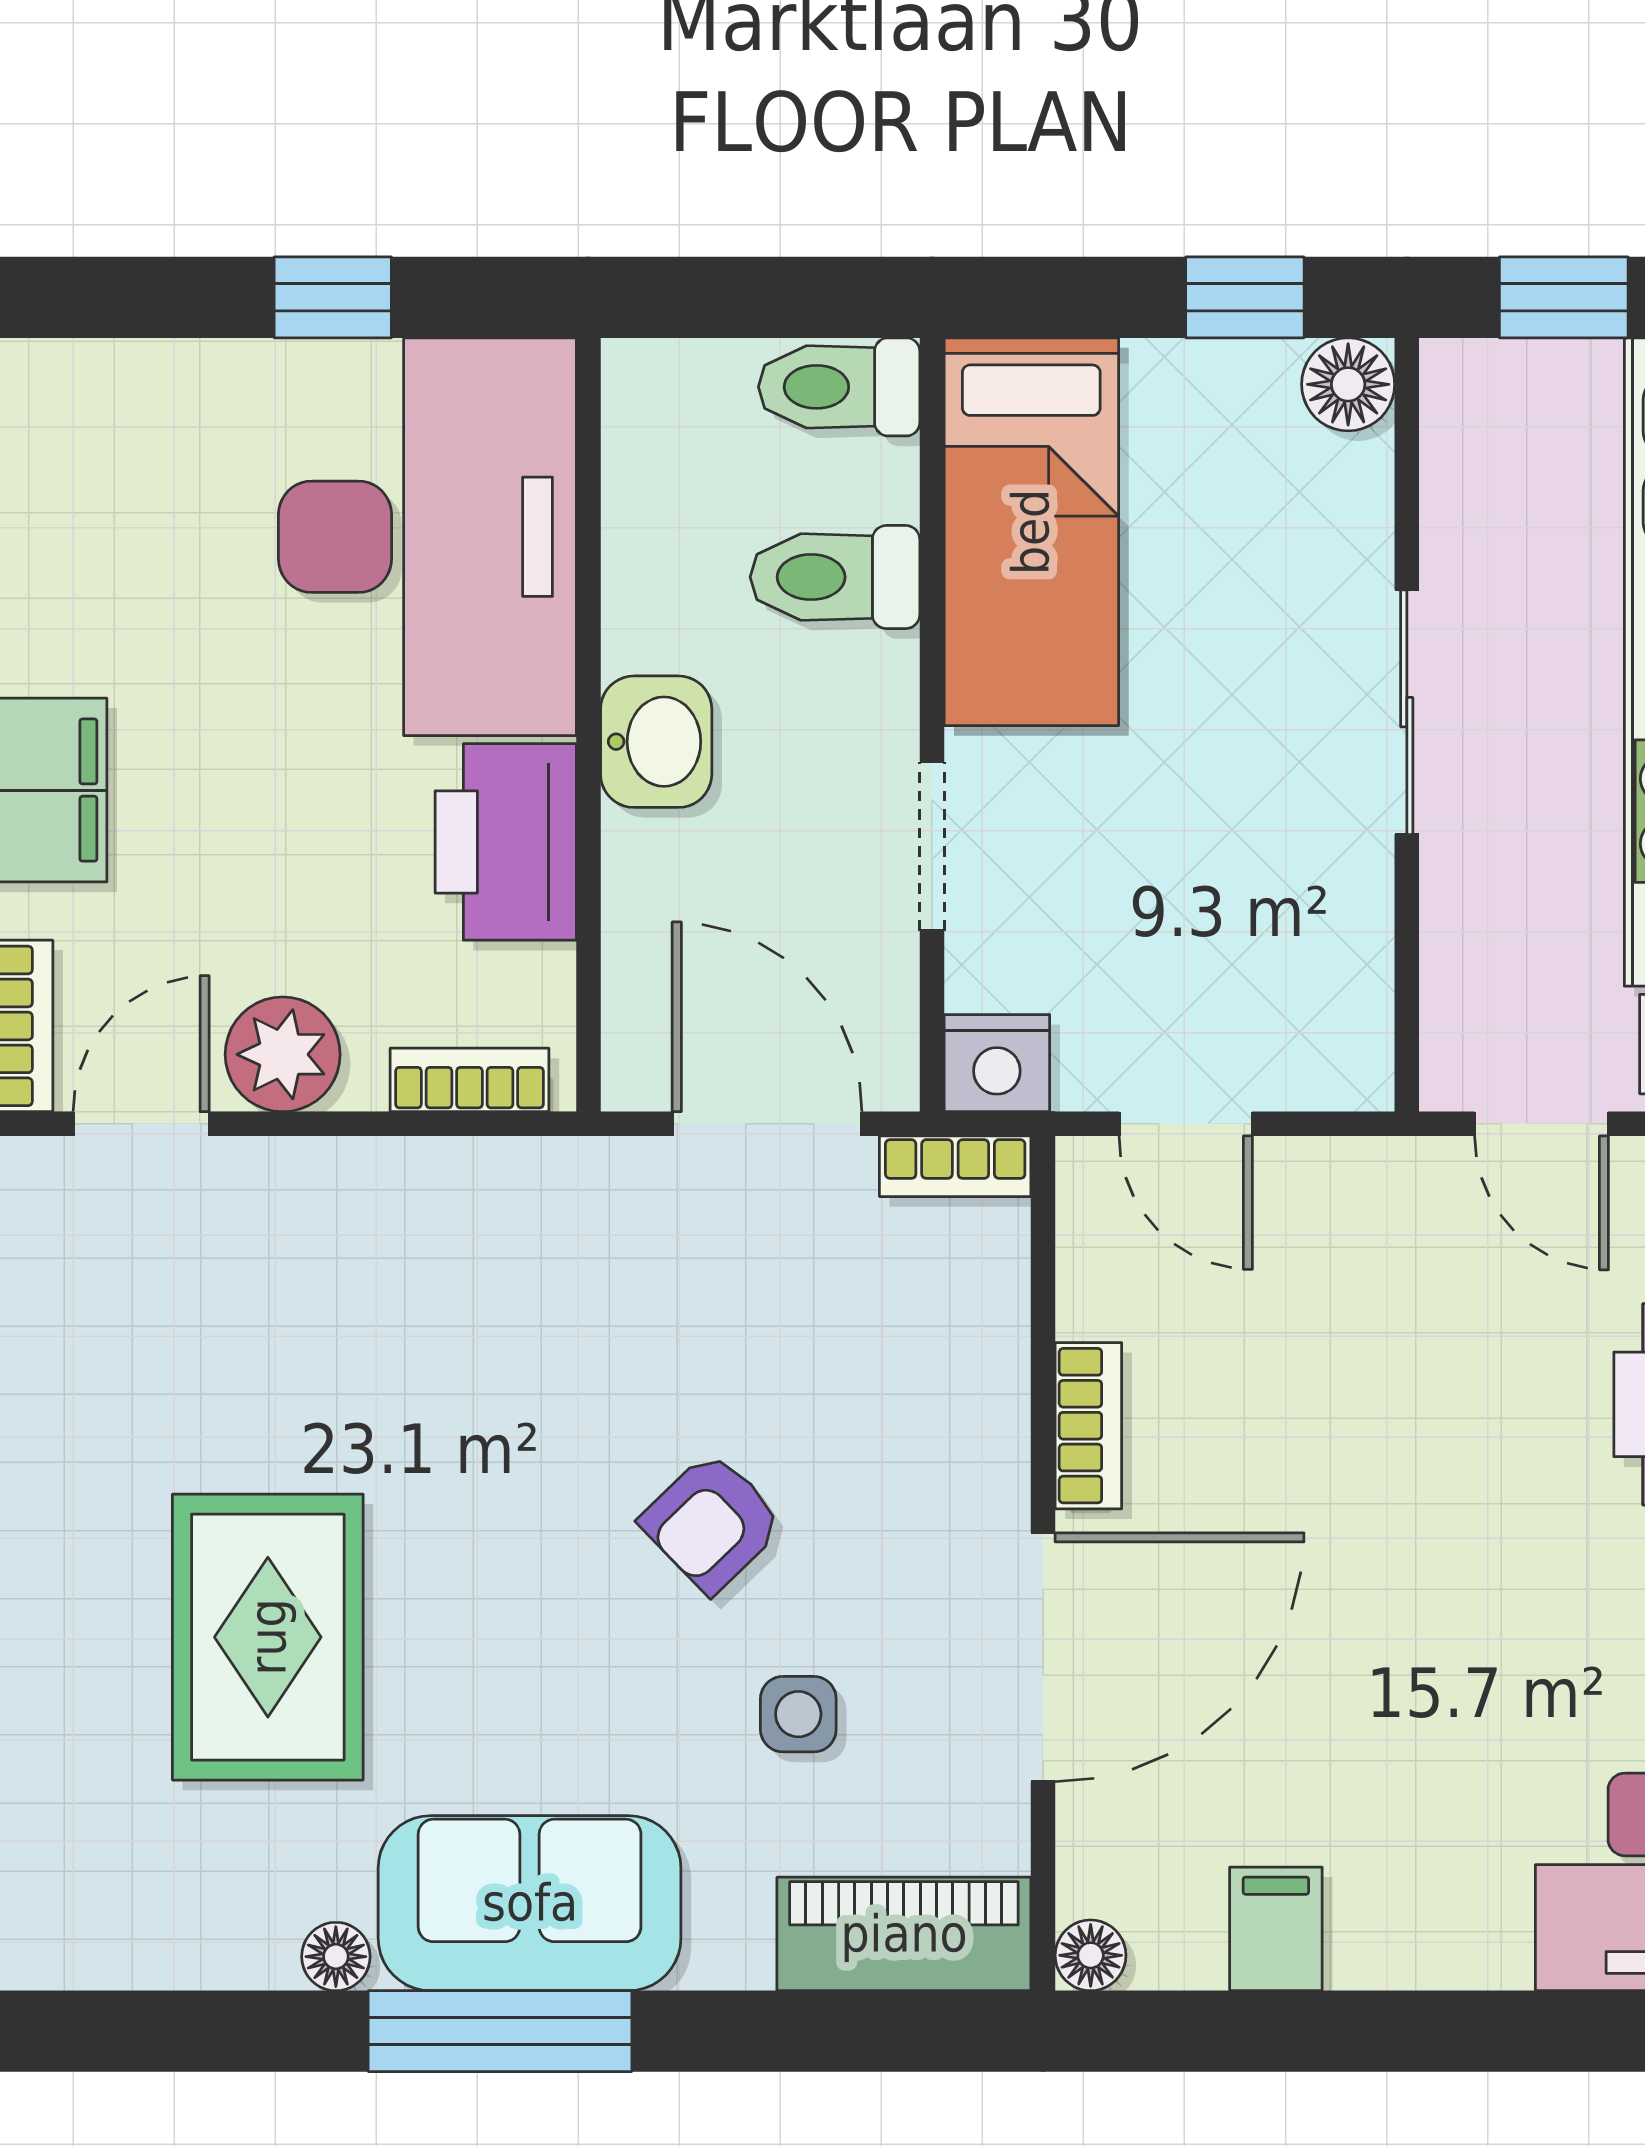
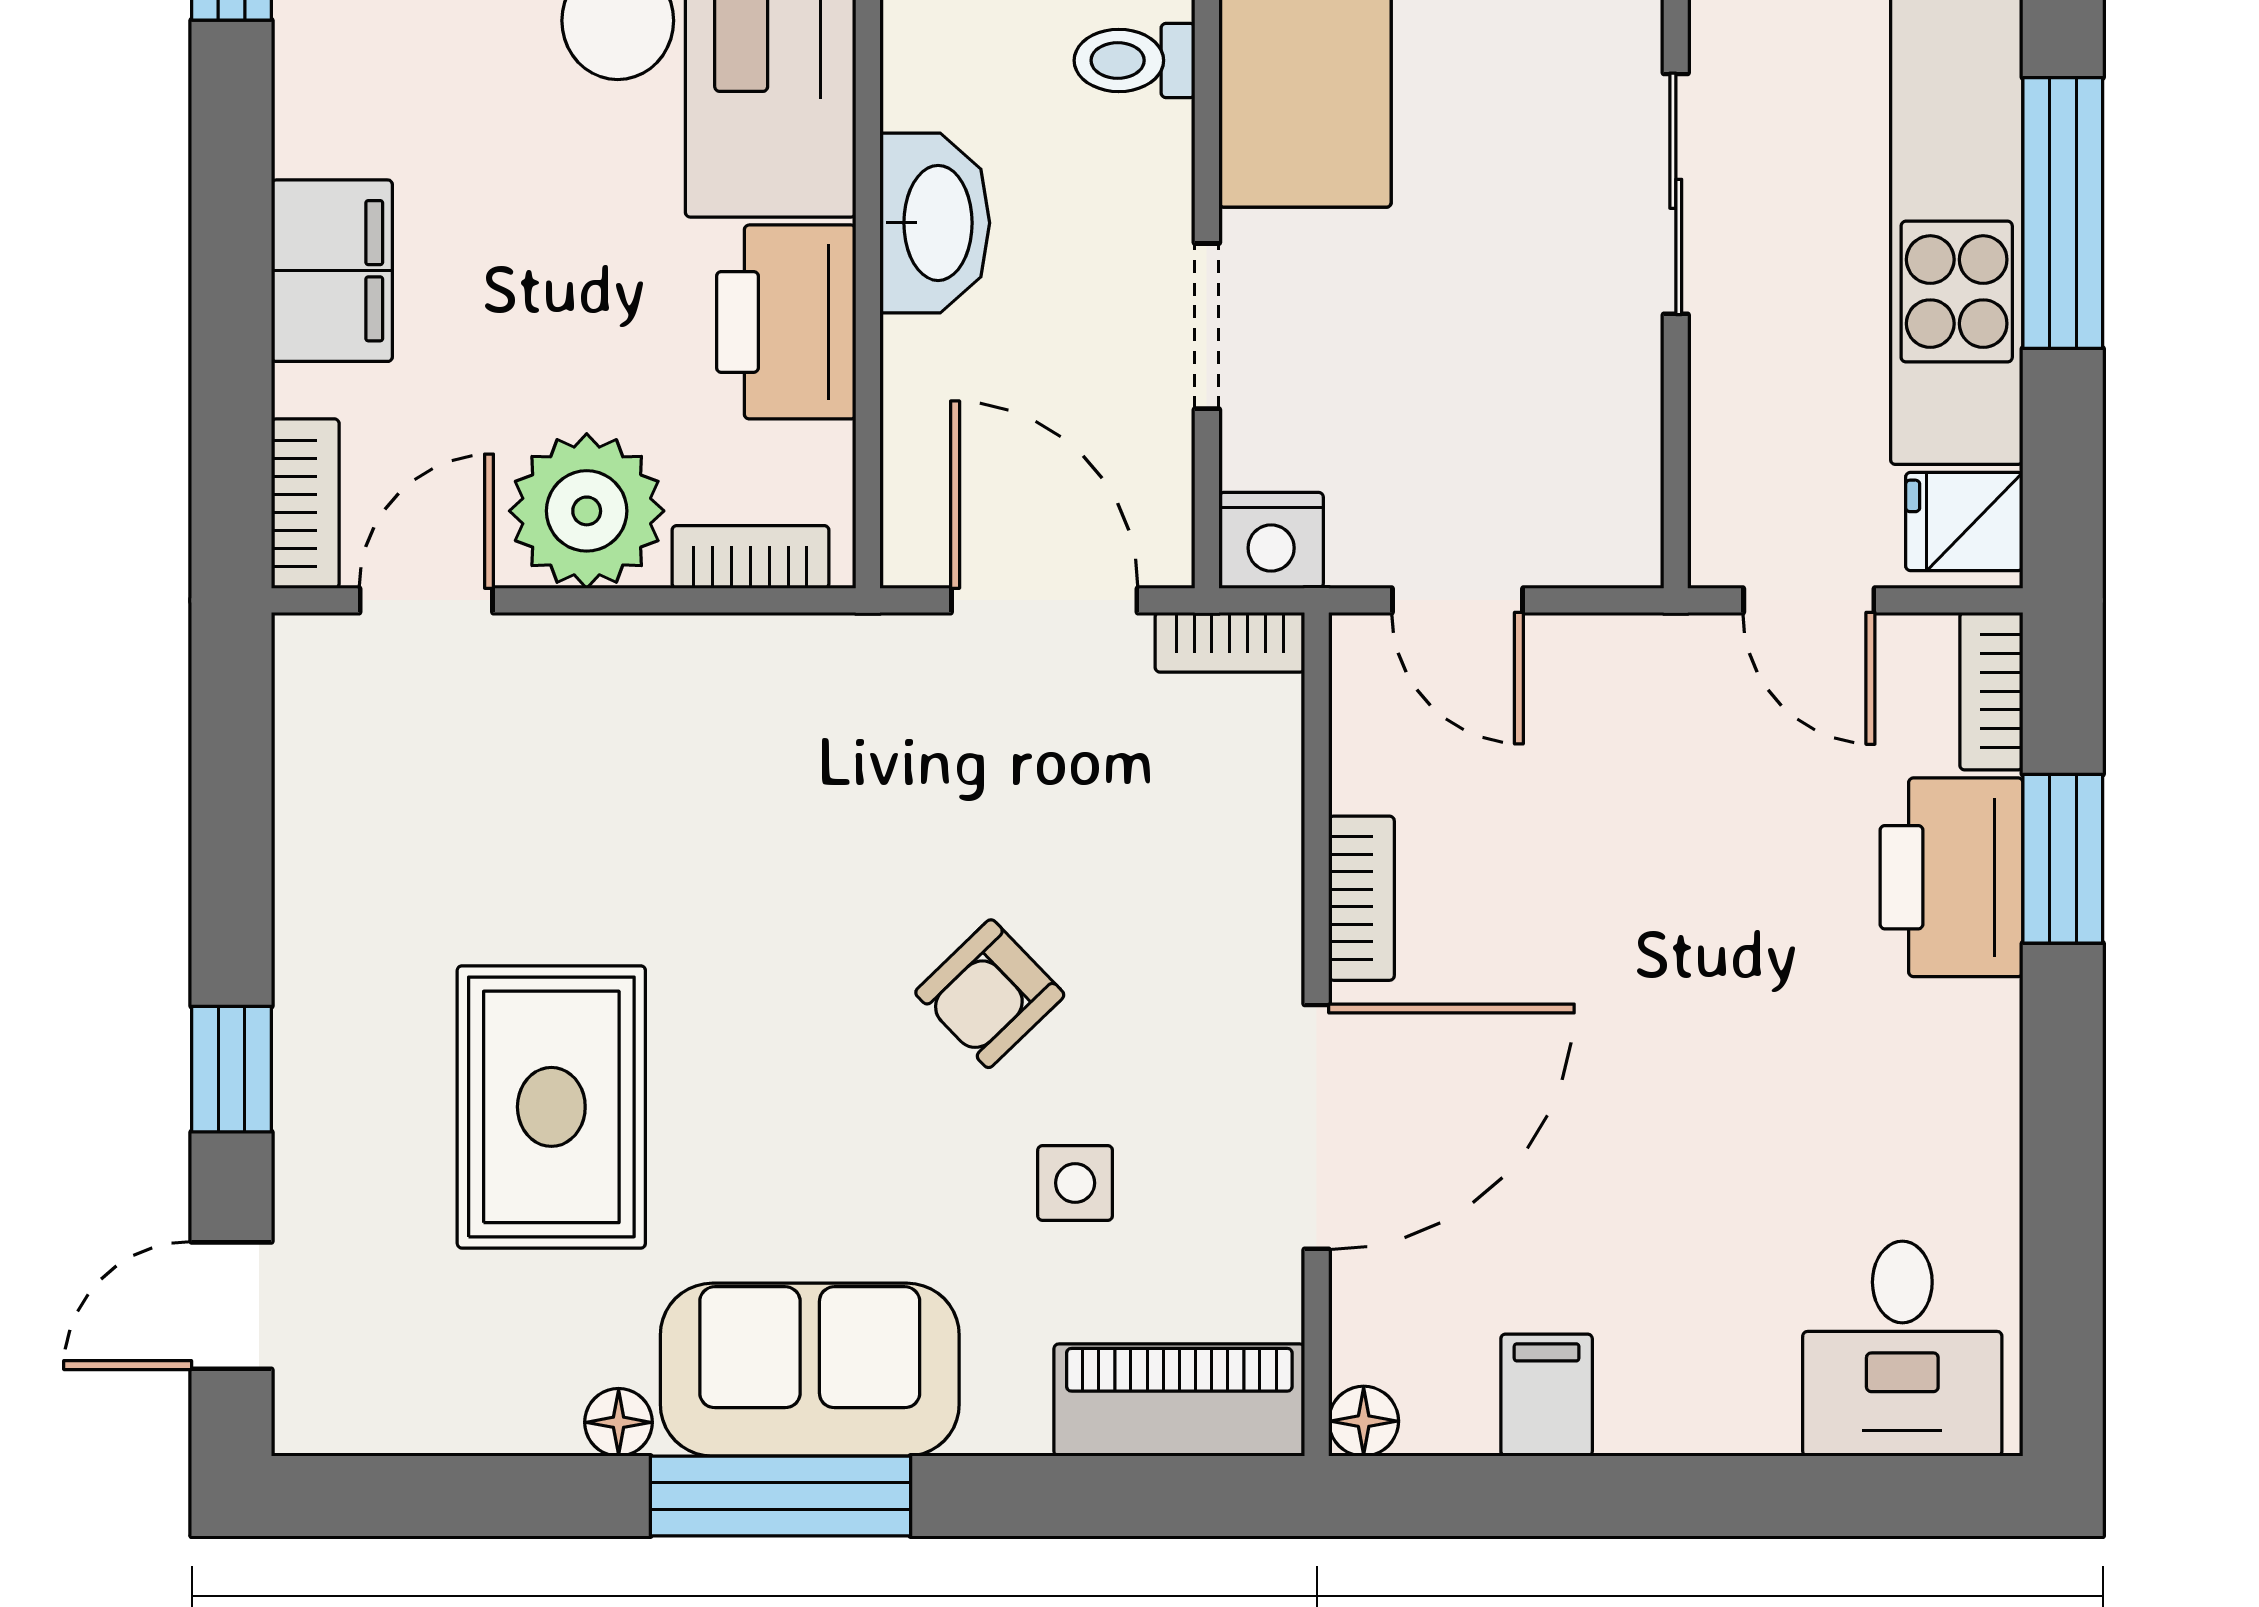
toilet: (835, 577) -> (1135, 60), width x0.73, depth x0.72
washbasin: (656, 742) -> (935, 223), width x1.38
plant: (283, 1054) -> (587, 511), width x1.36, depth x1.36

